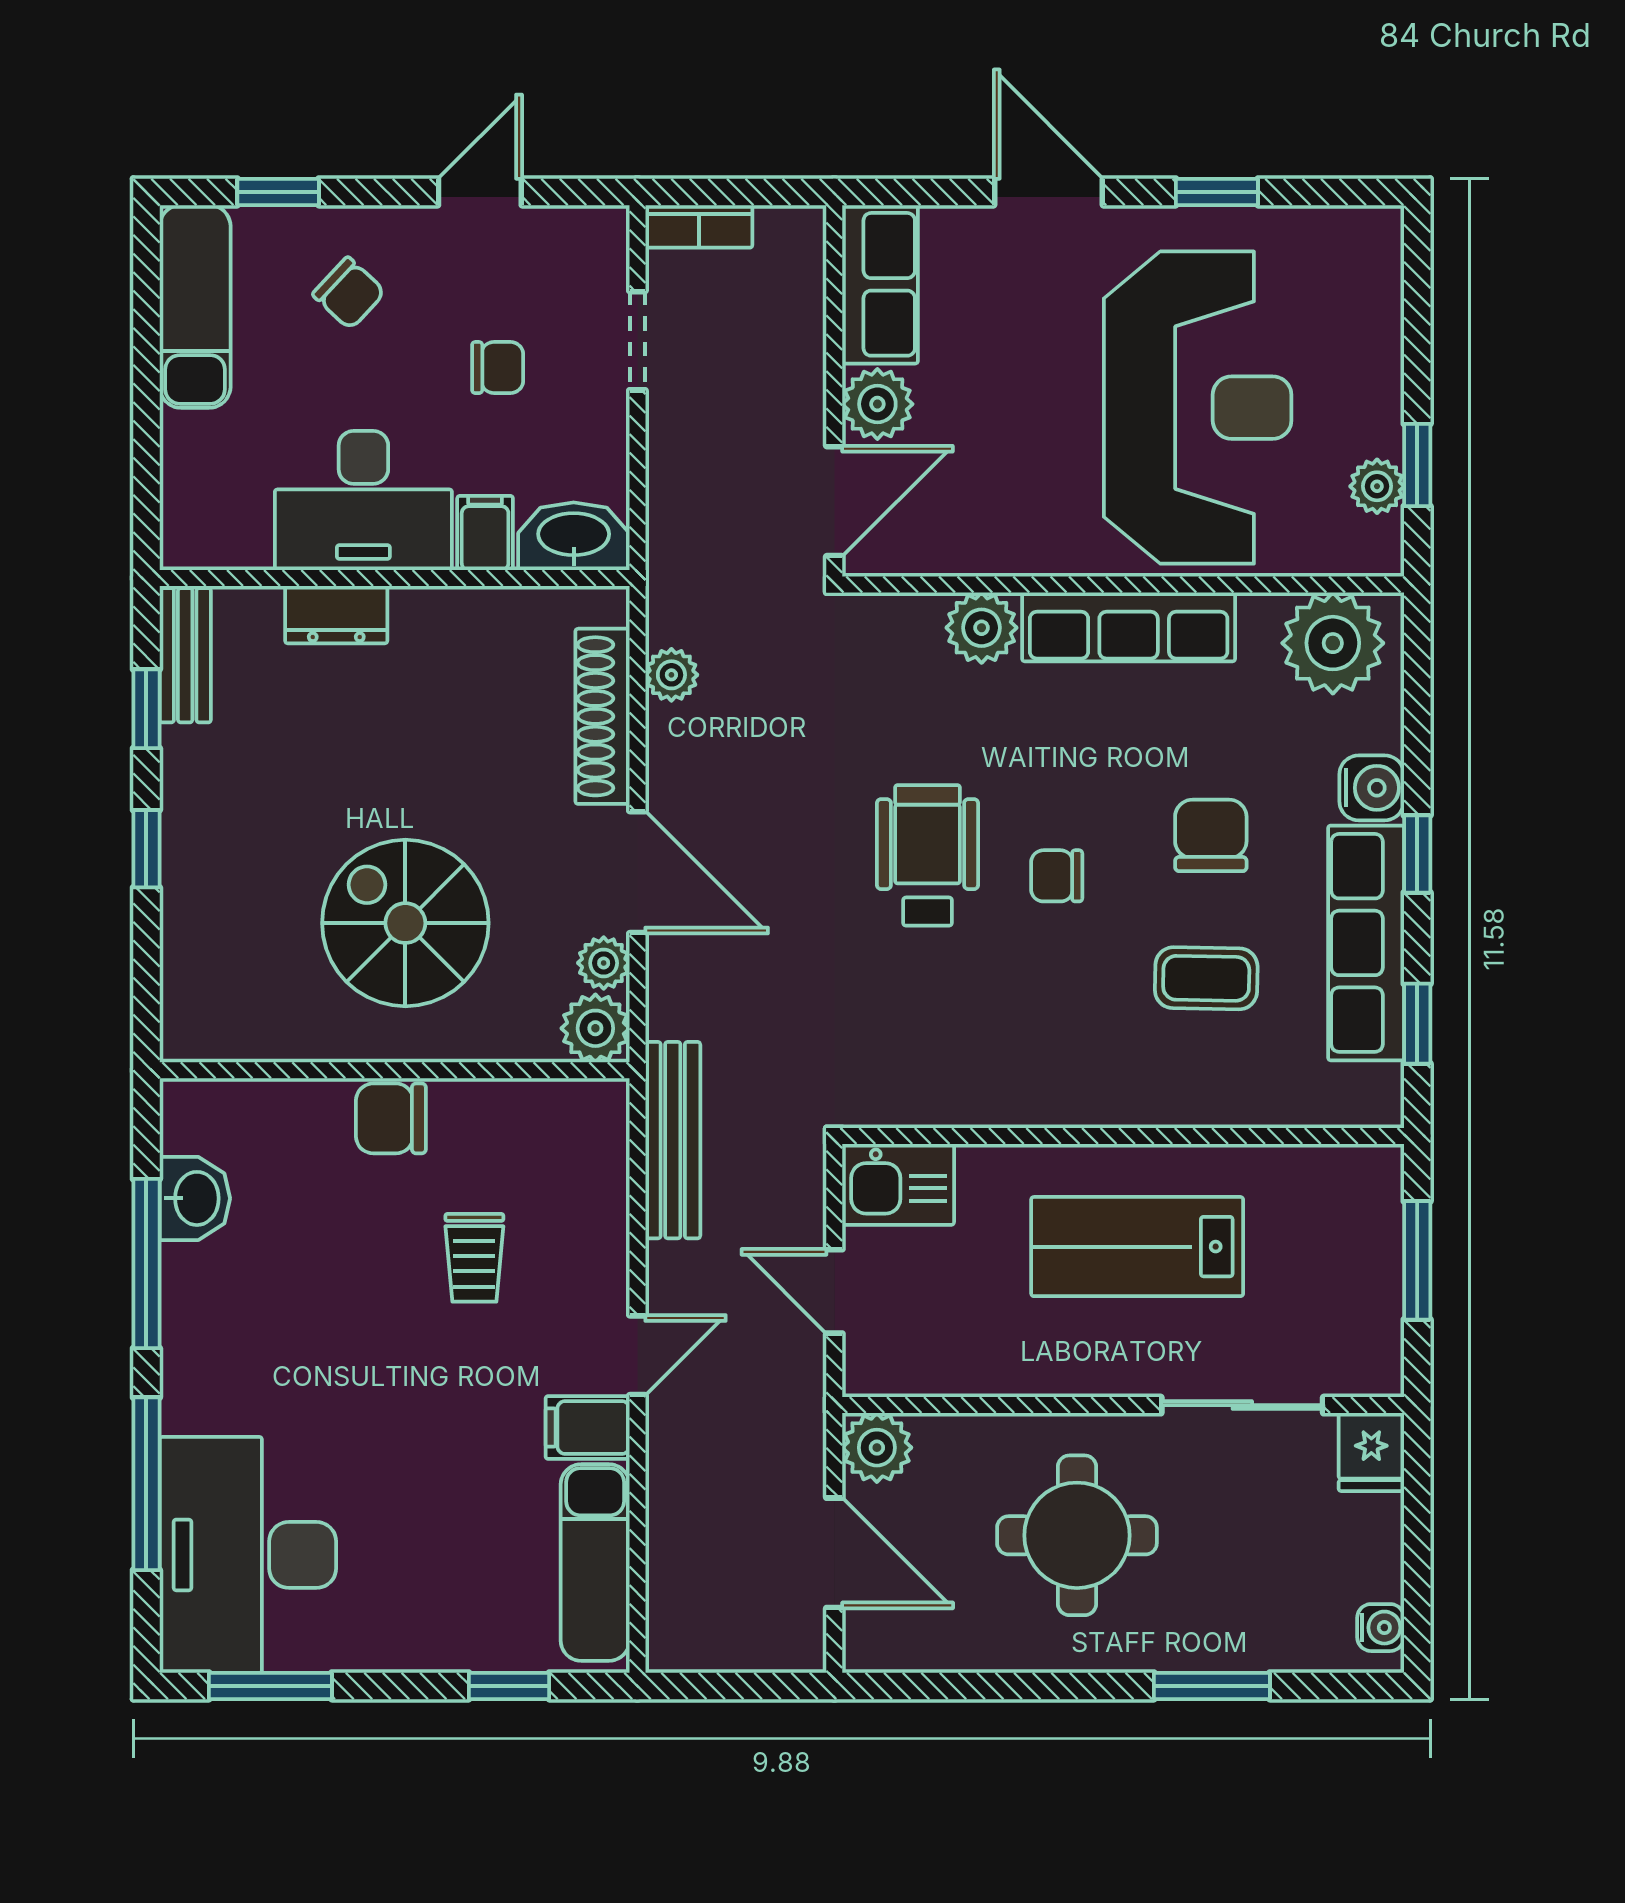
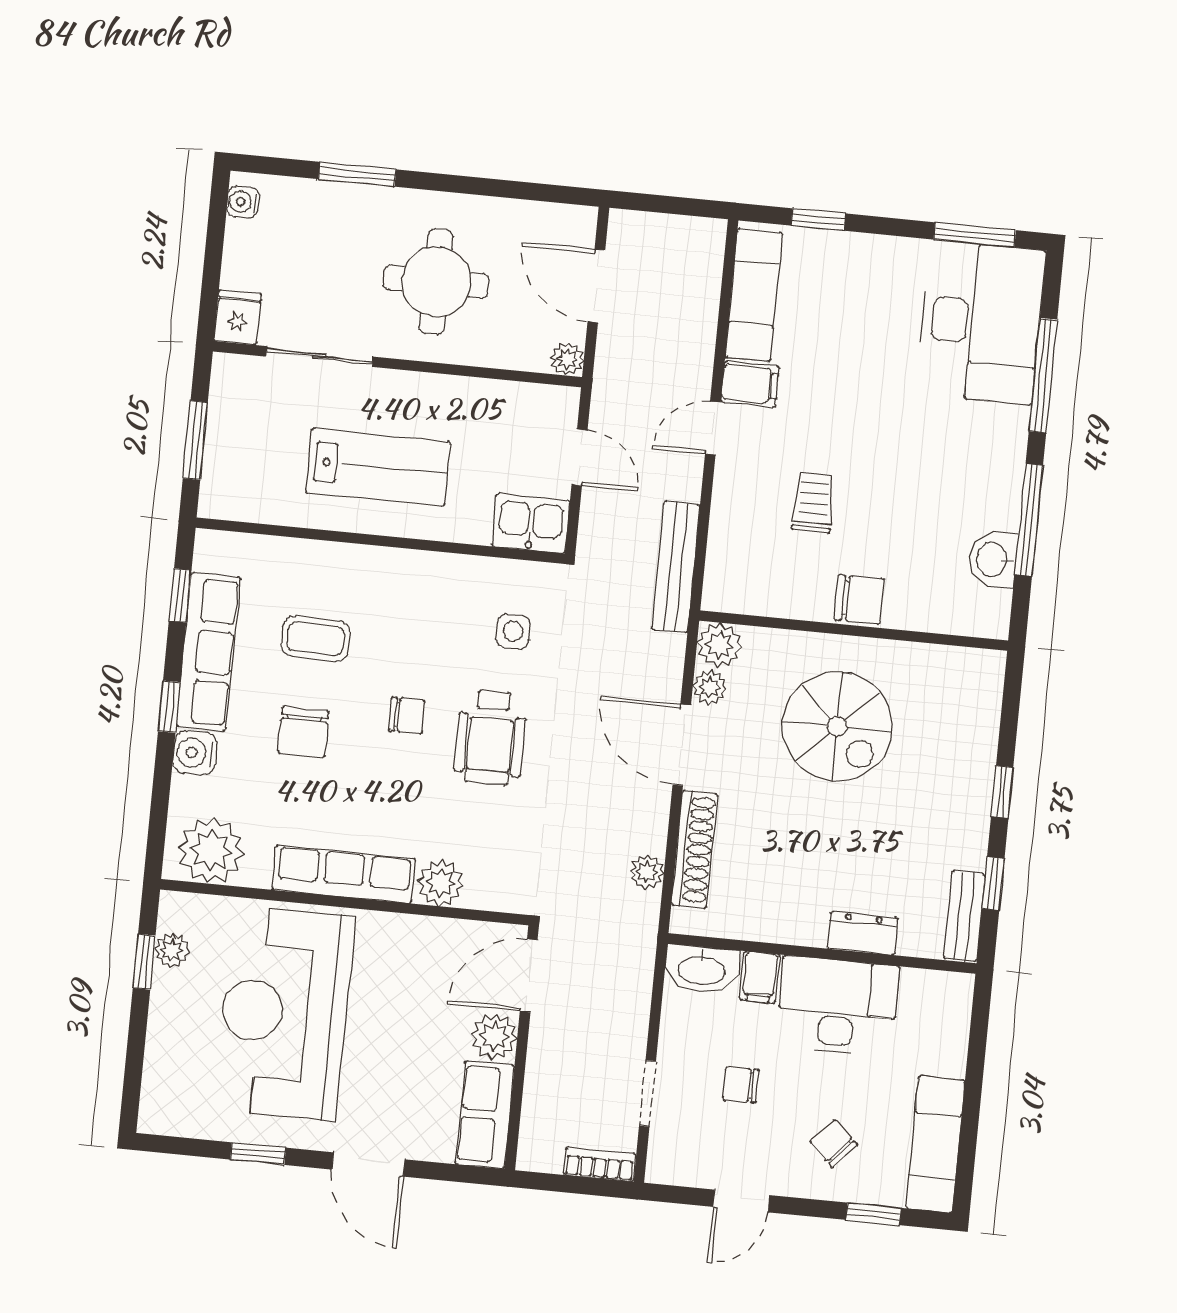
side table: (909, 1018) -> (513, 632), added
plant: (877, 1448) -> (567, 359), width x0.73, depth x0.73

